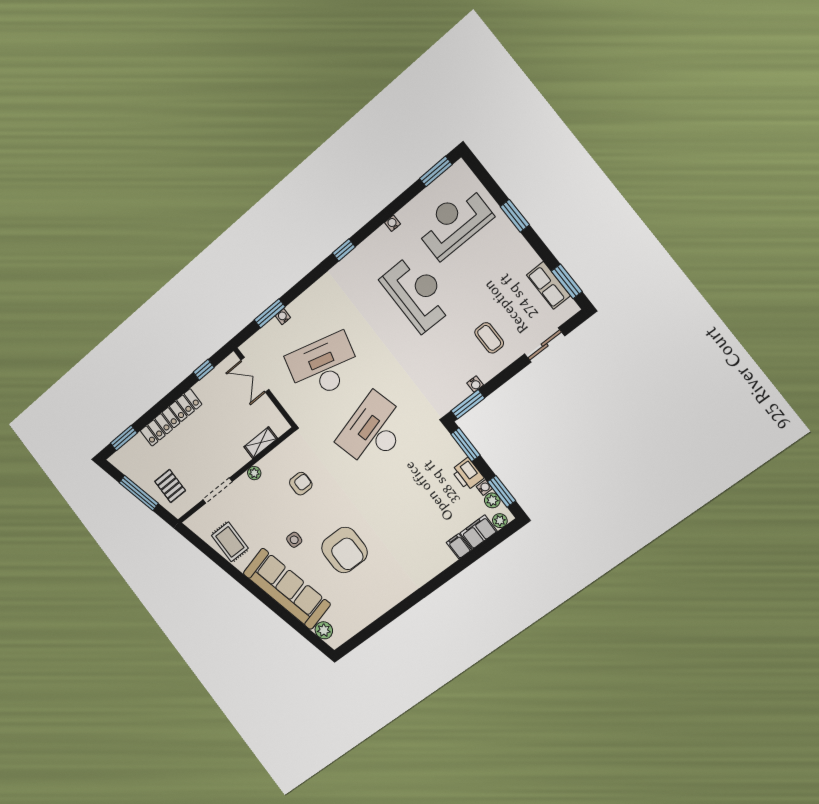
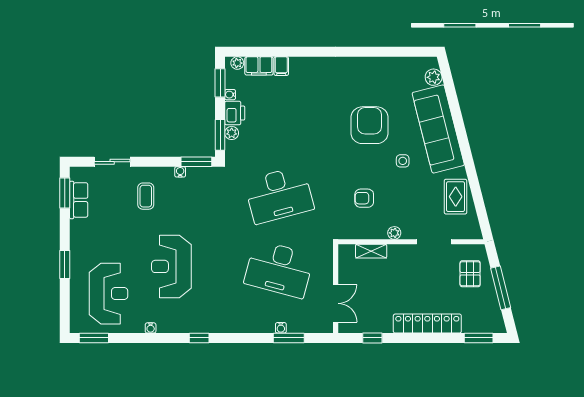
reception desk: (454, 223) -> (109, 294), turned -90
plant: (492, 500) -> (232, 133), moved

